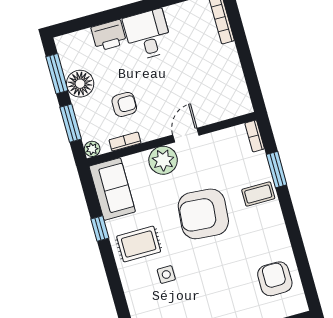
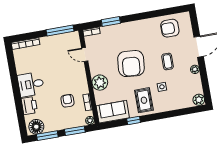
window: (251, 78) -> (60, 31), added
floor lamp: (80, 84) -> (36, 127), moved
door: (186, 135) -> (85, 54), moved
coffee table: (258, 194) -> (168, 61), moved

